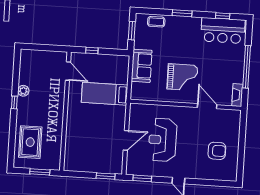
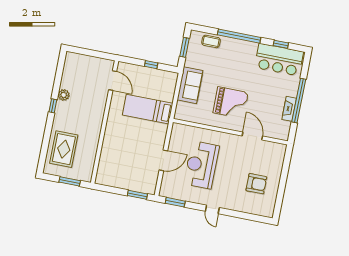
window: (182, 13) -> (239, 36), width x2.11
window: (92, 51) -> (151, 65), moved
fireplace: (237, 95) -> (289, 109), moved

